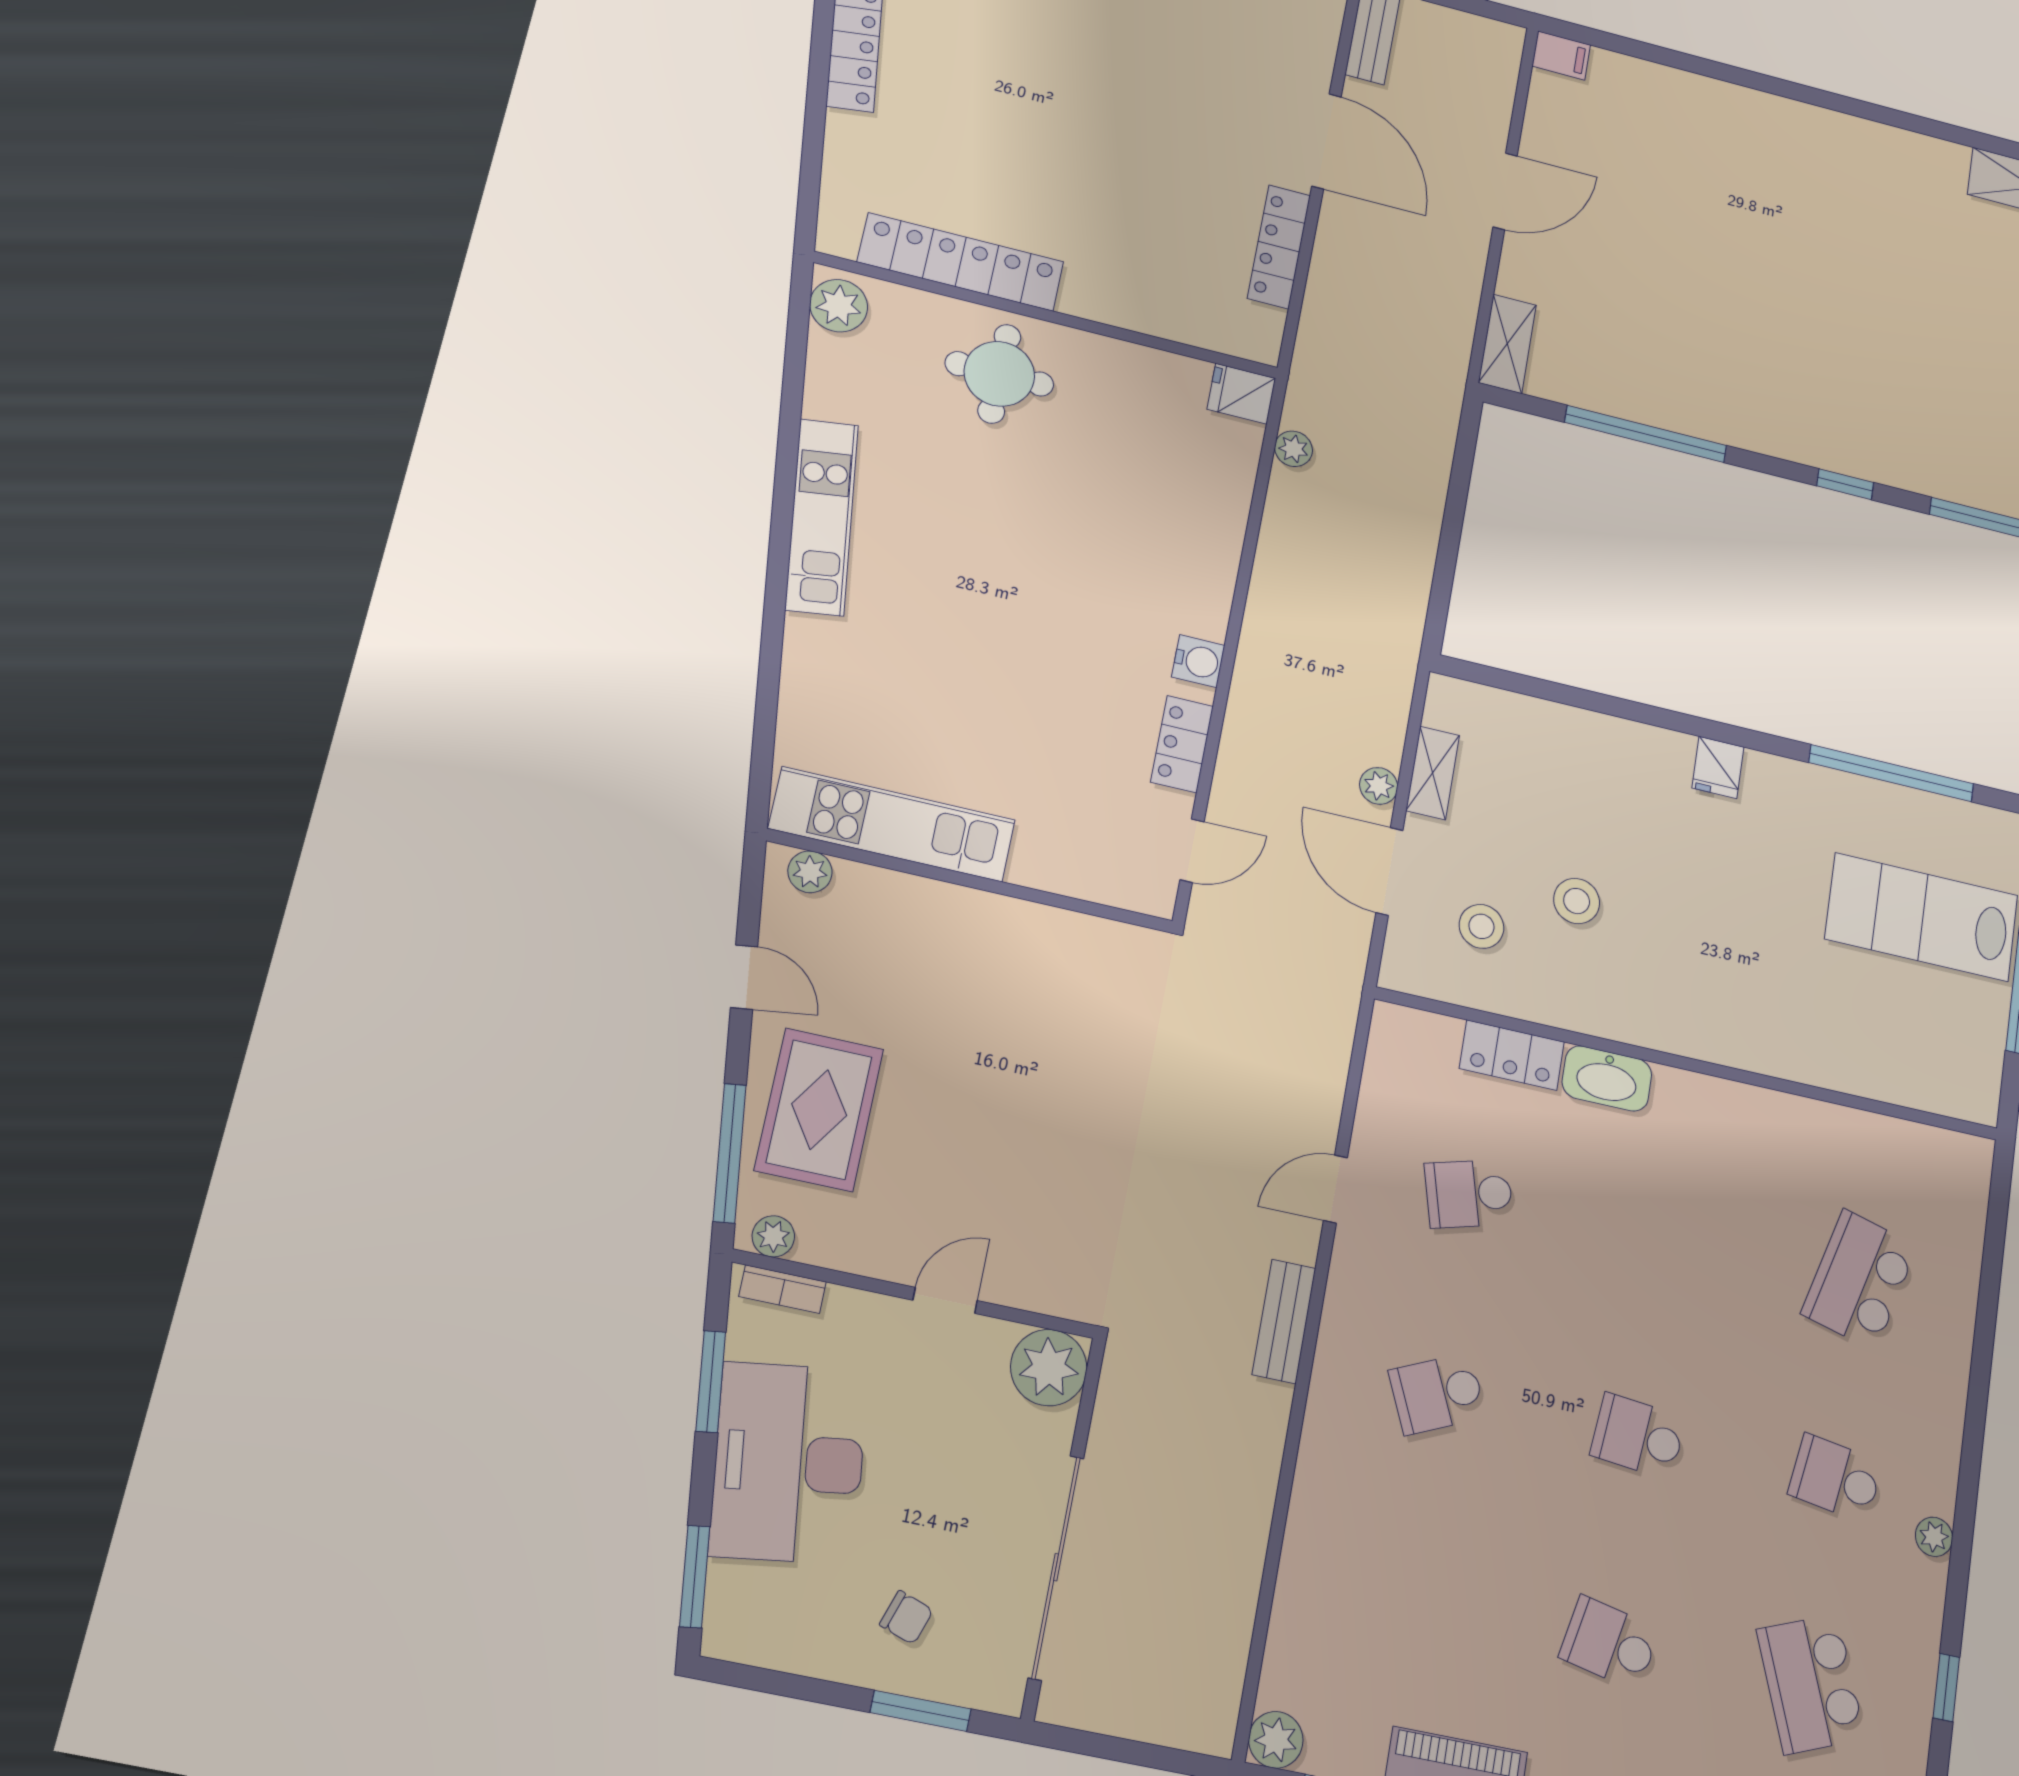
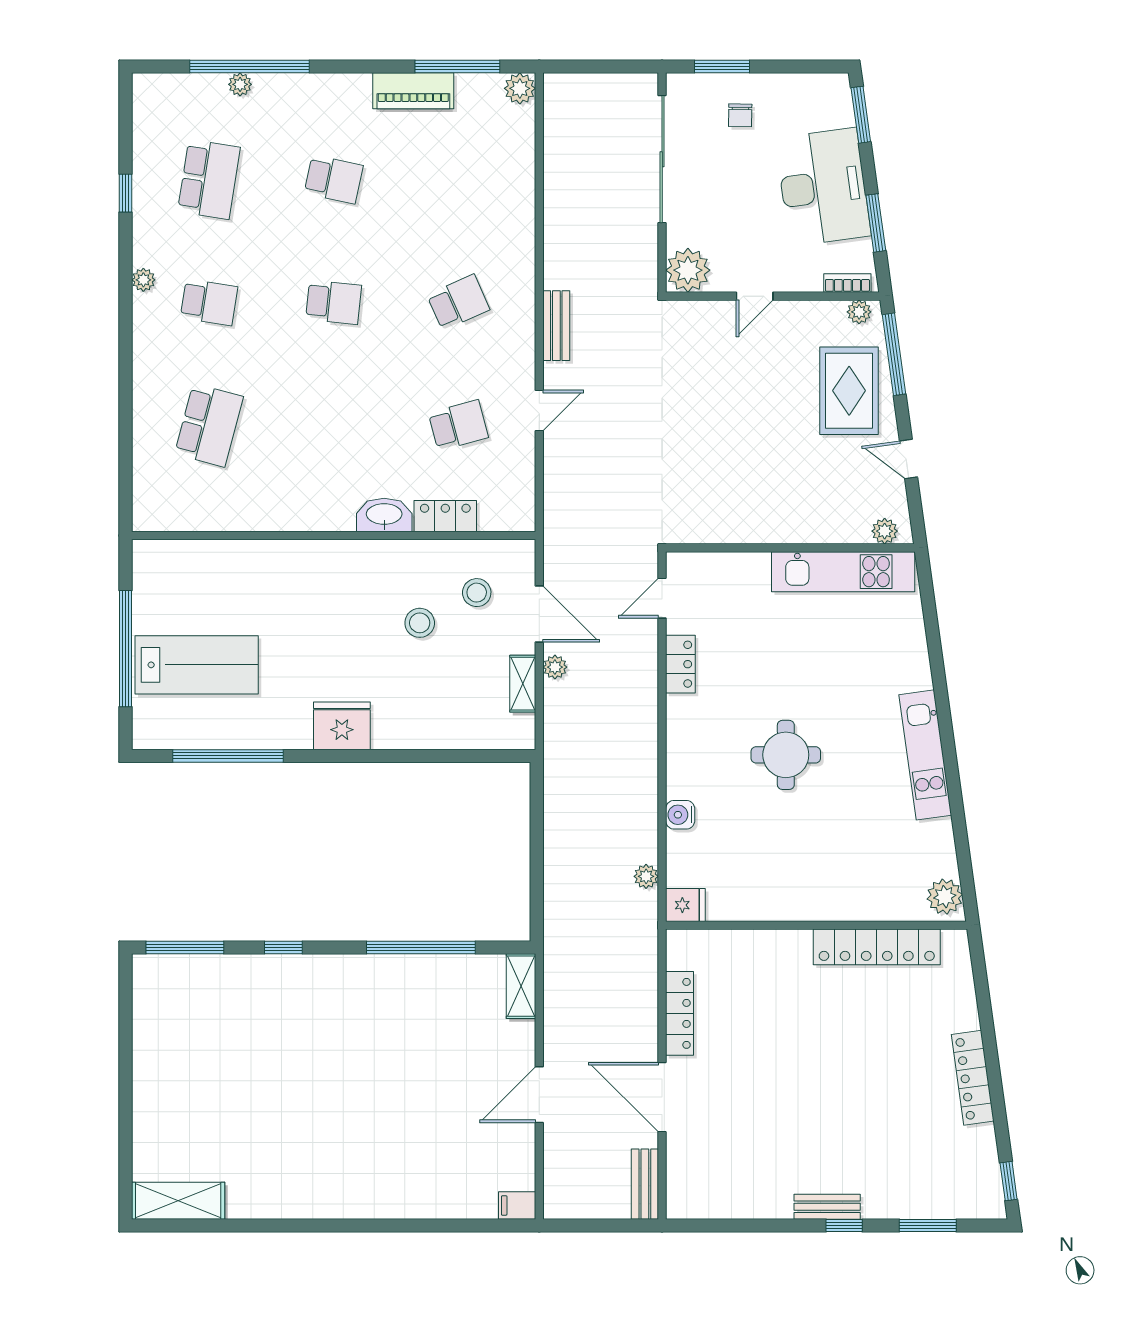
round table: (999, 374) -> (786, 755), moved
water cooler: (1198, 661) -> (680, 815), moved
fridge: (1718, 767) -> (342, 726), width x1.88, depth x1.34
chair: (906, 1617) -> (740, 115), turned -108
school desk: (1811, 1684) -> (209, 179), turned 30

